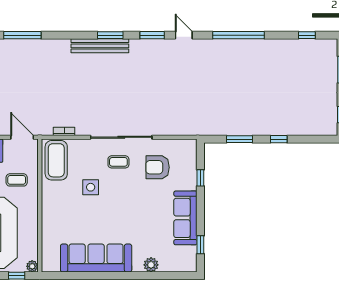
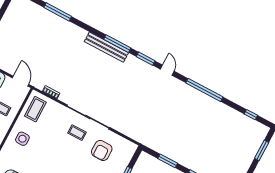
window: (110, 35) -> (117, 44), width x1.44
coffee table: (56, 160) -> (35, 109), width x0.73, depth x0.76
armchair: (158, 167) -> (102, 150), turned -90
side table: (91, 187) -> (22, 139), moved

